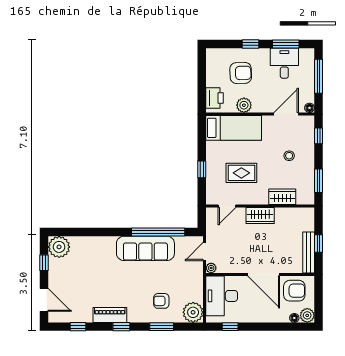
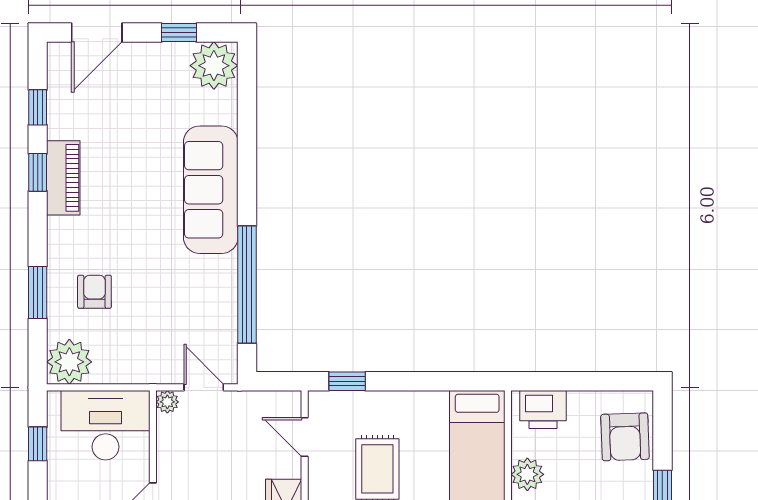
armchair: (241, 73) -> (625, 437), moved
window: (202, 169) -> (347, 381), moved
sofa: (145, 248) -> (211, 190), moved
window: (121, 327) -> (38, 172), moved

